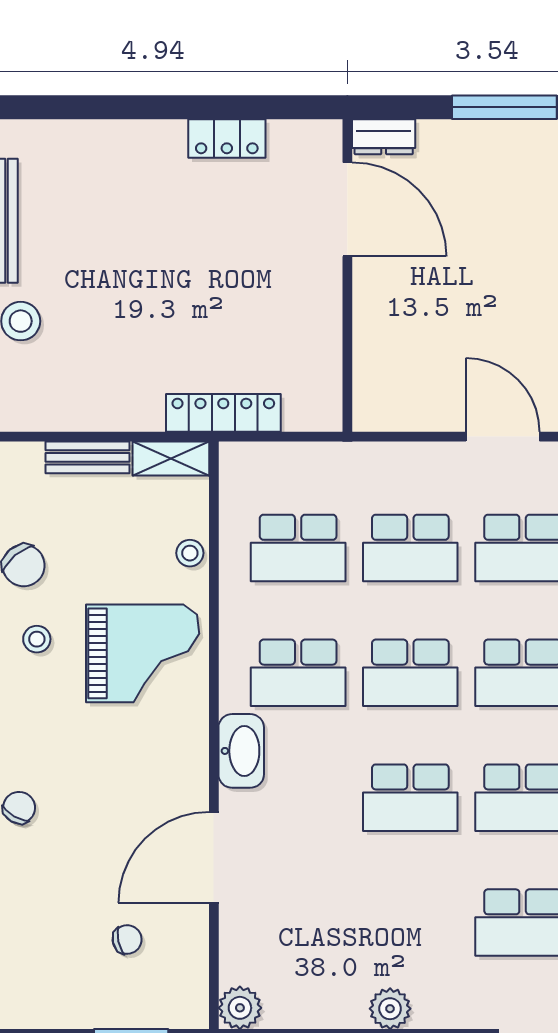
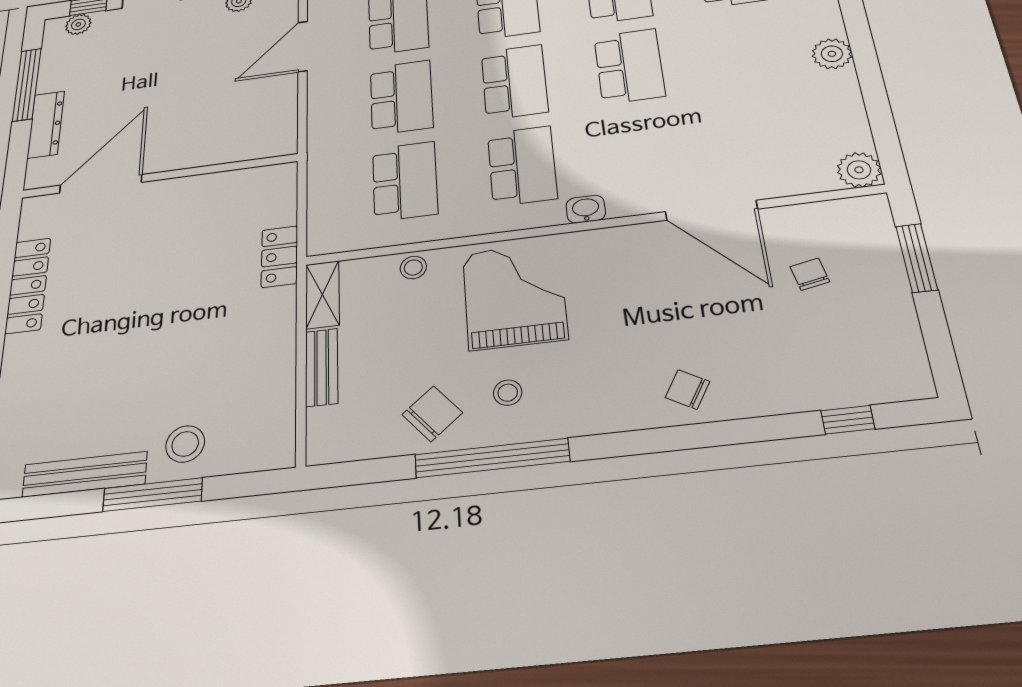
dresser: (384, 137) -> (46, 124), moved, width x1.44
locker: (227, 139) -> (28, 285), width x1.53
locker: (223, 413) -> (279, 257), width x0.66
washbasin: (241, 751) -> (586, 209), width x0.52, depth x0.69

